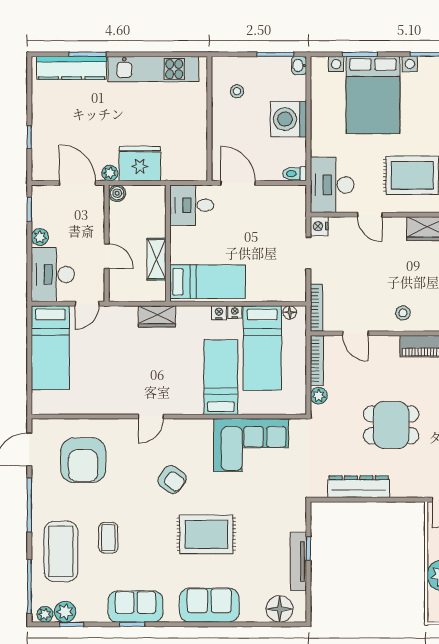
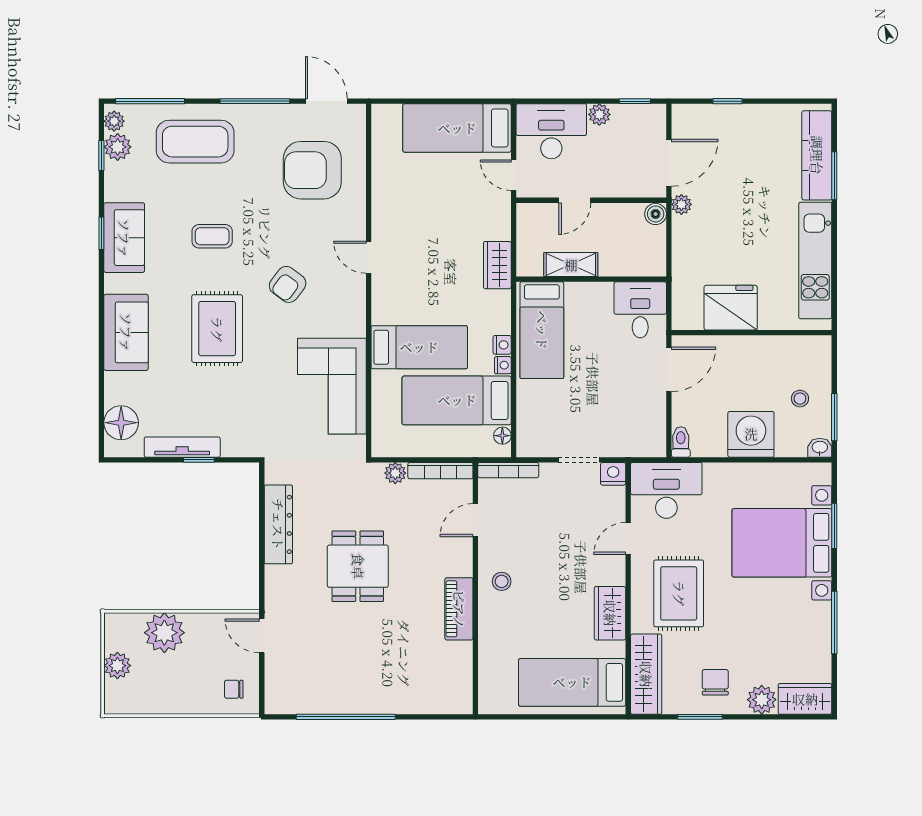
stool: (237, 91) -> (800, 399), moved
fridge: (140, 164) -> (731, 308), moved, turned -90
coffee table: (108, 538) -> (212, 236), moved

